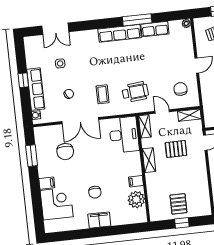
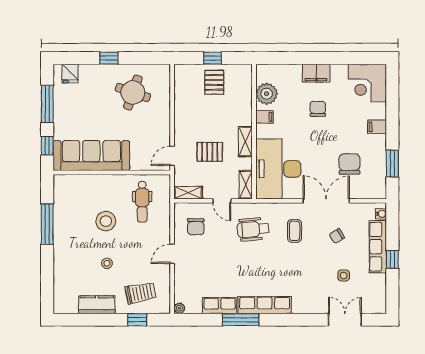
desk: (124, 135) -> (278, 169), width x1.36, depth x1.30
corner desk: (57, 204) -> (367, 83), moved

